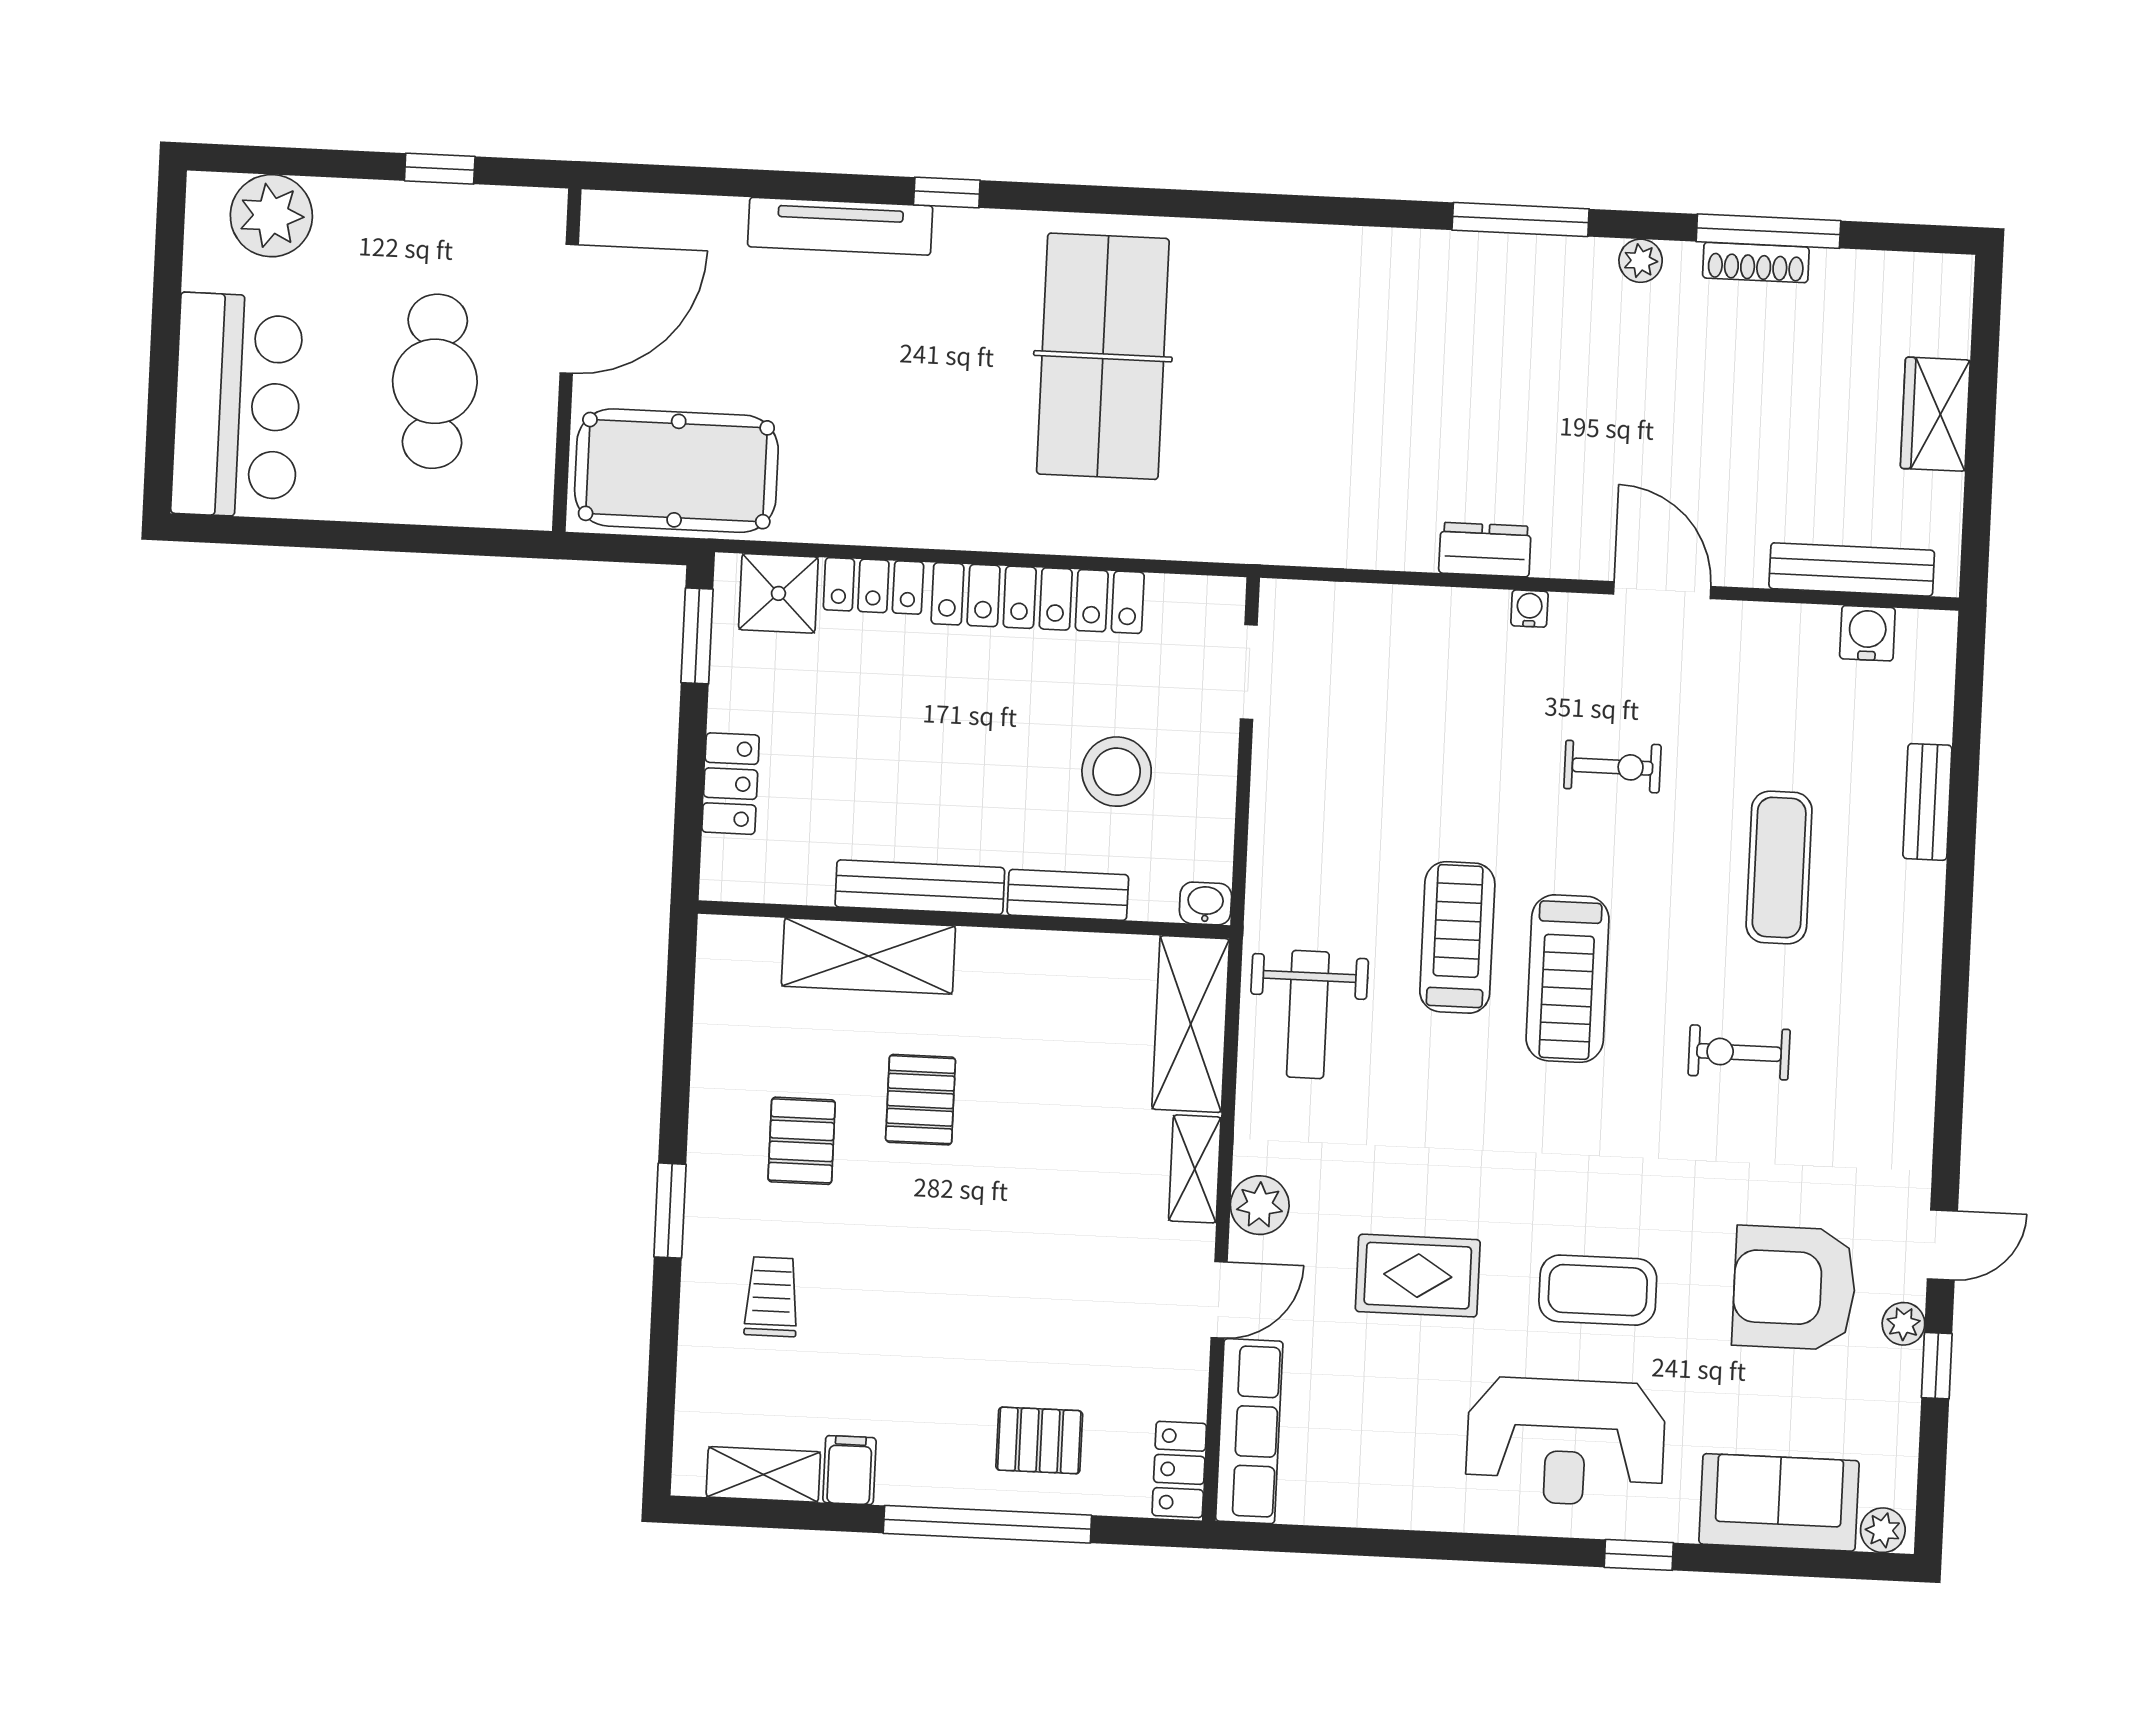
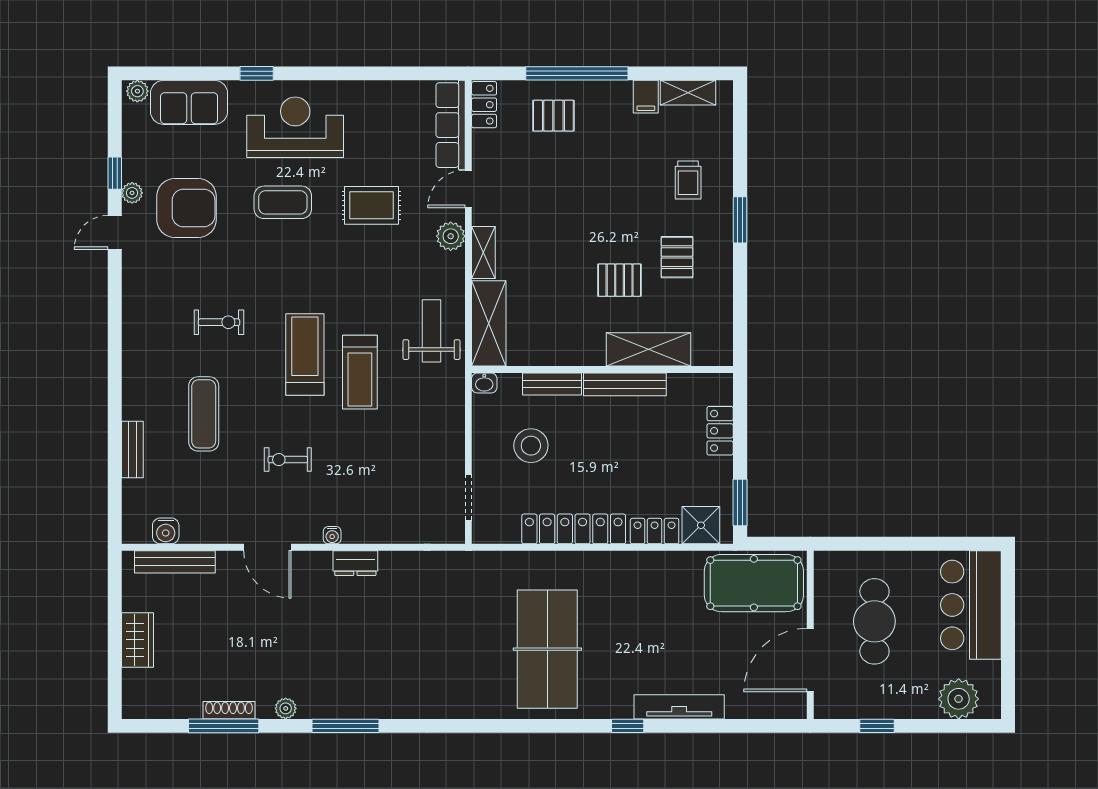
pallet: (921, 1100) -> (620, 280), turned 90

